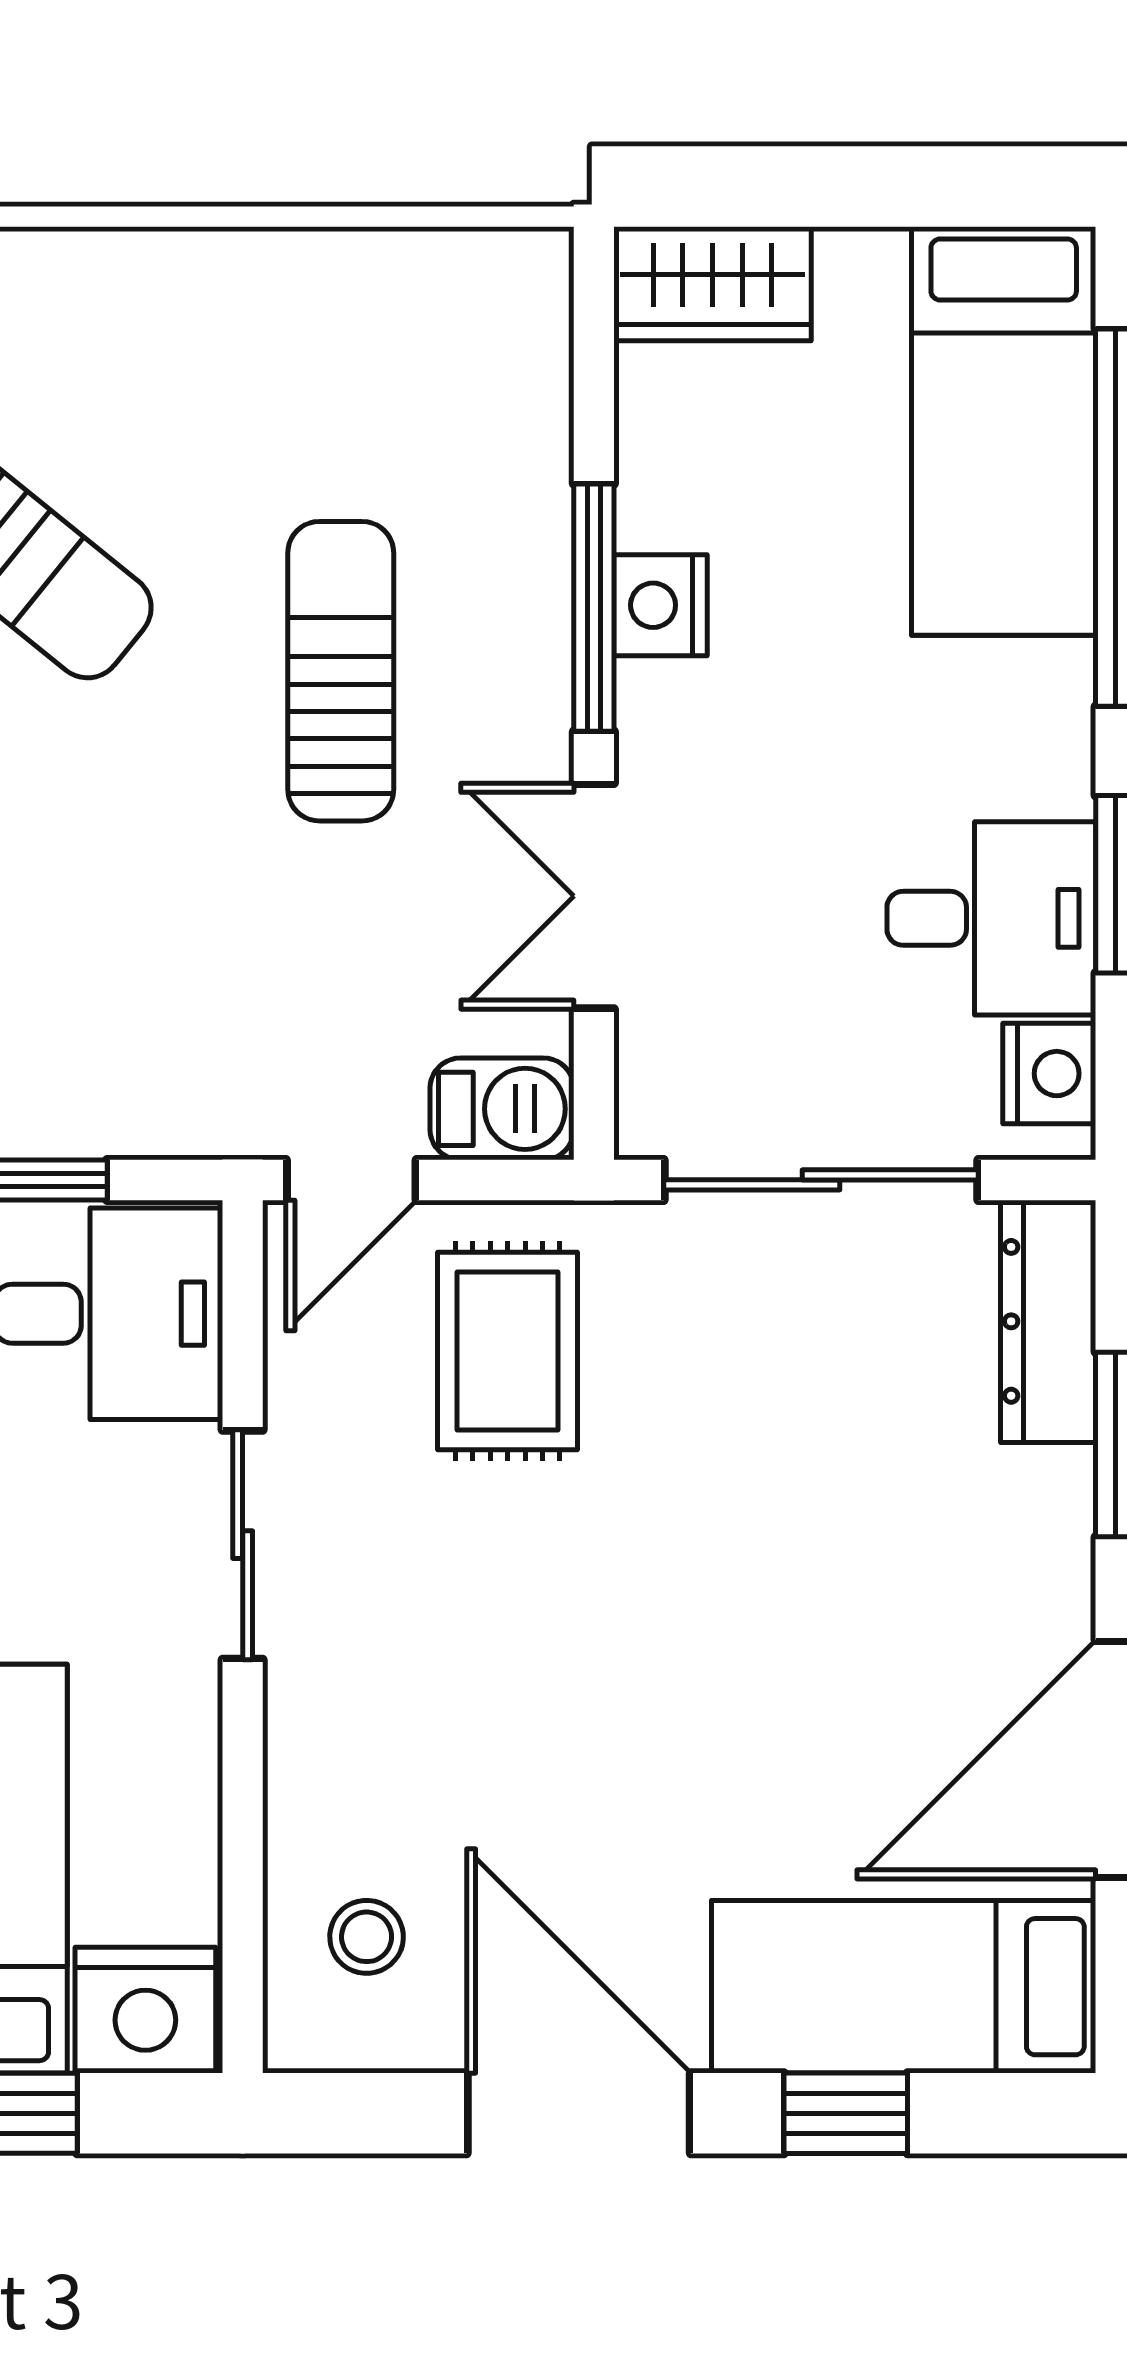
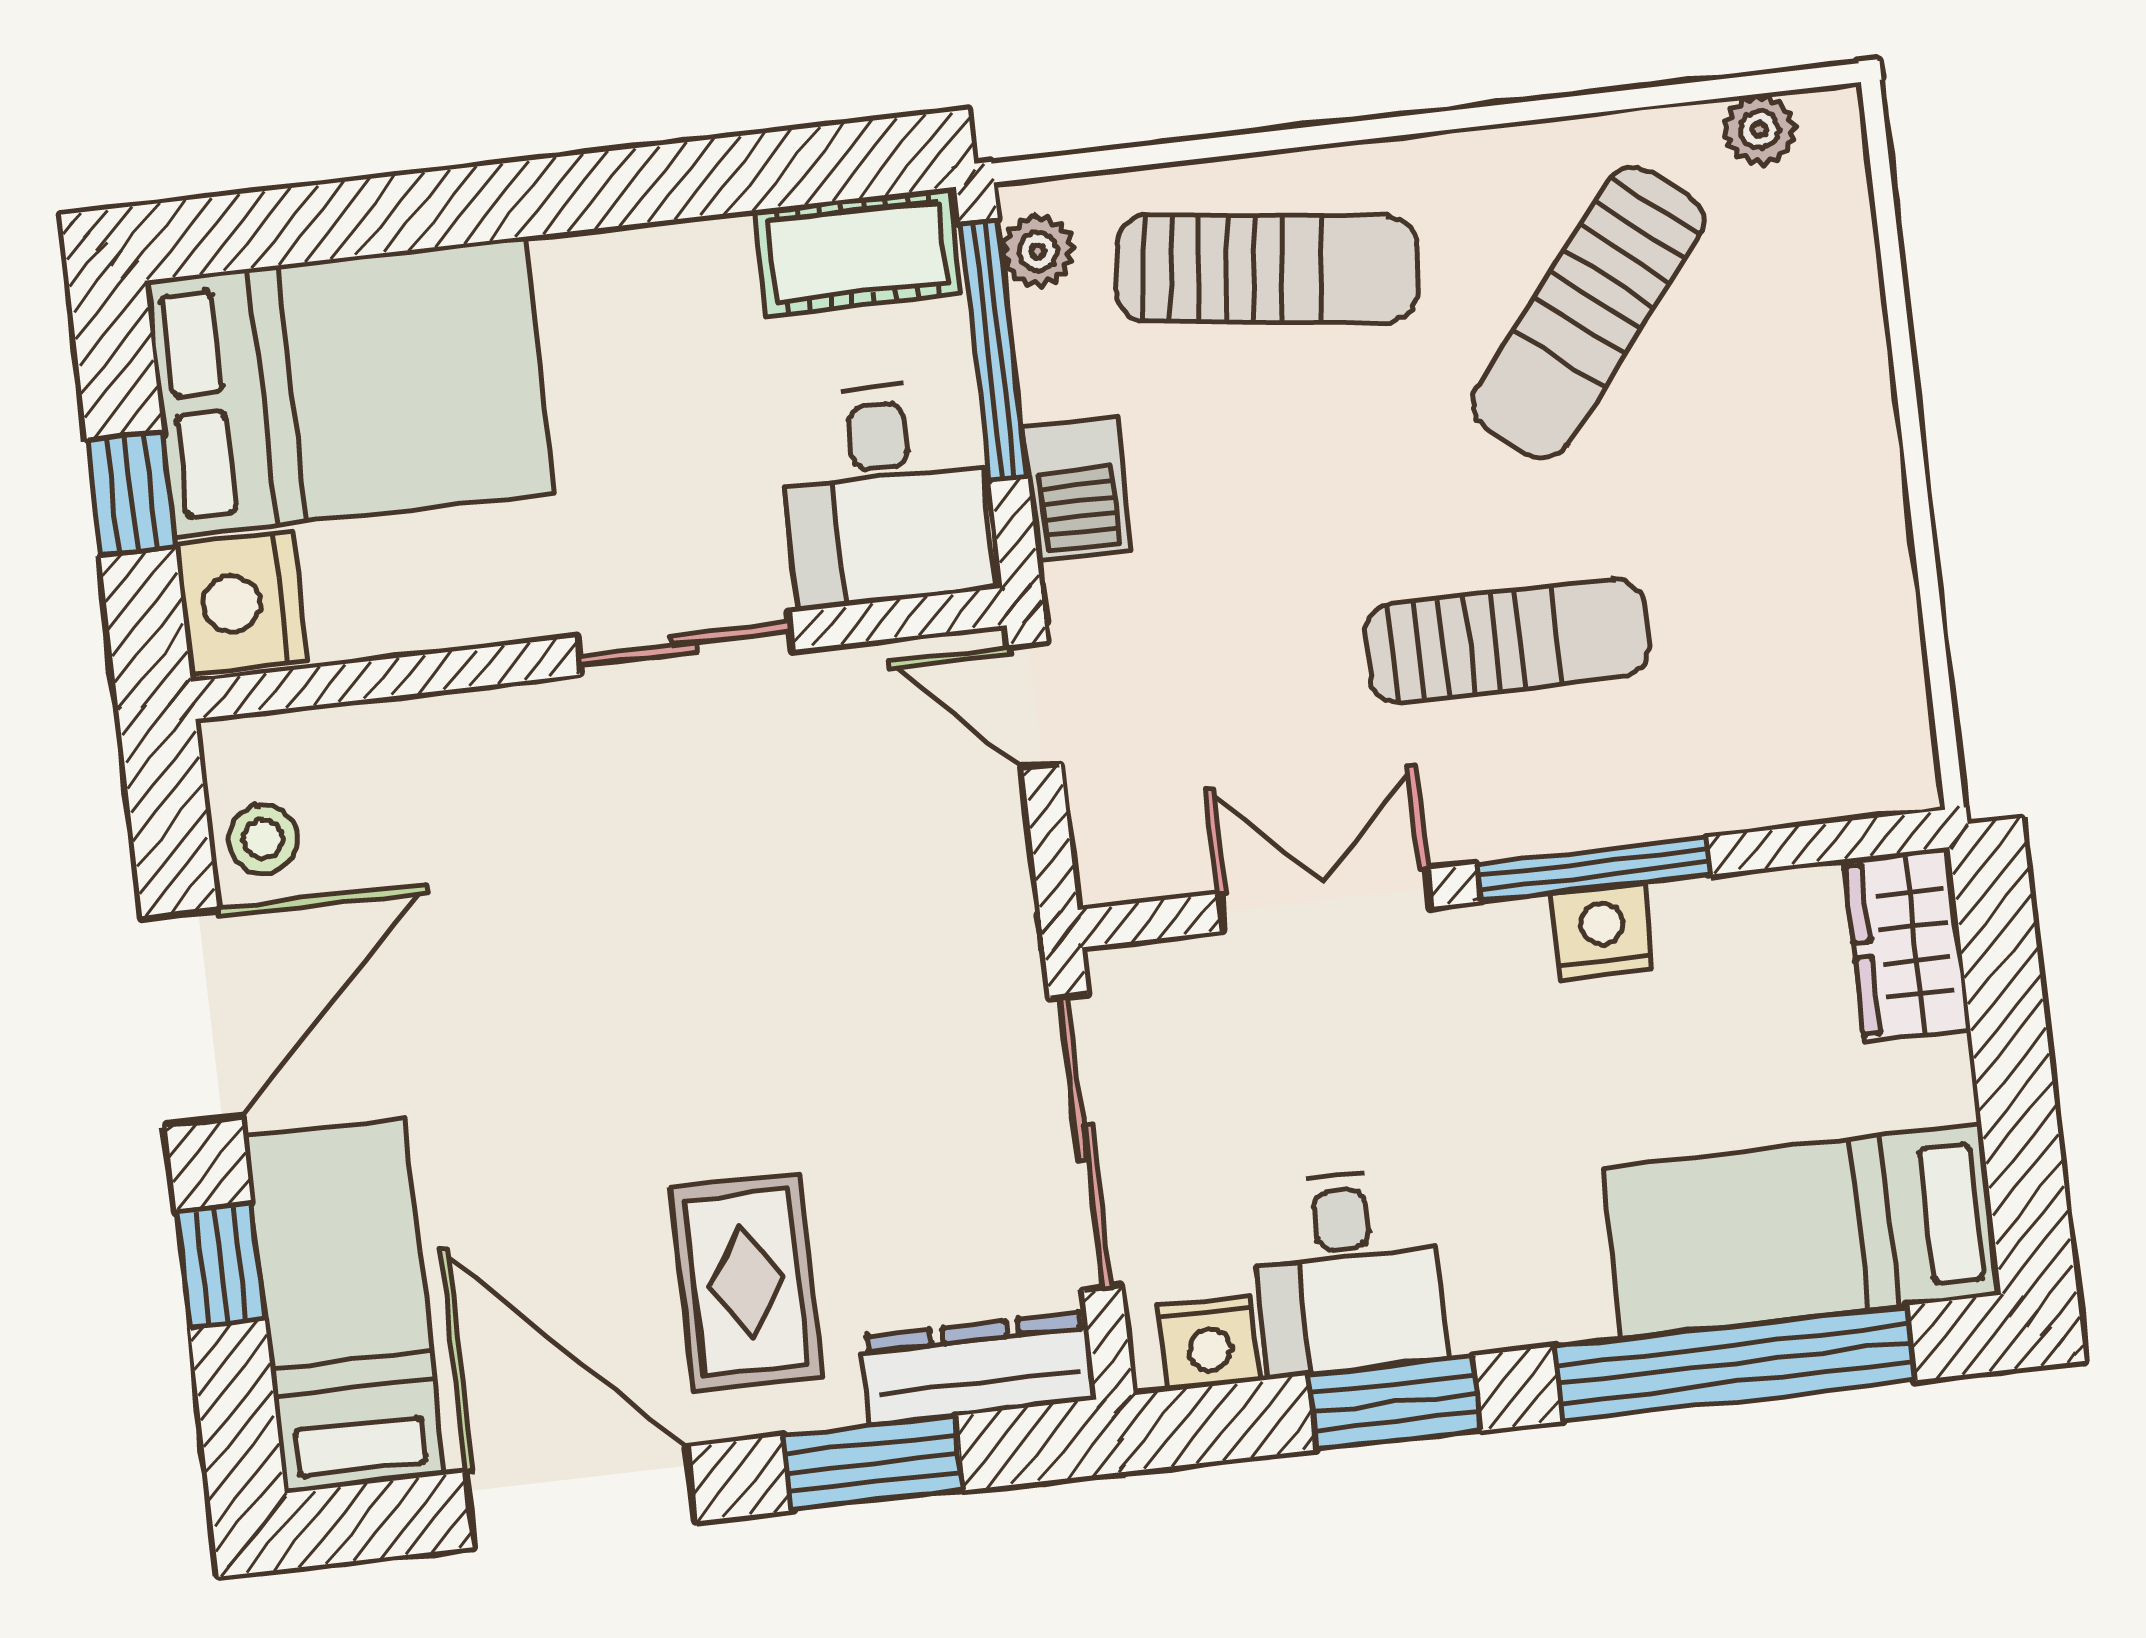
barbecue: (502, 1109) -> (1077, 489), moved
rug: (508, 1351) -> (747, 1282), moved, turned 90
stool: (367, 1937) -> (263, 839), moved

